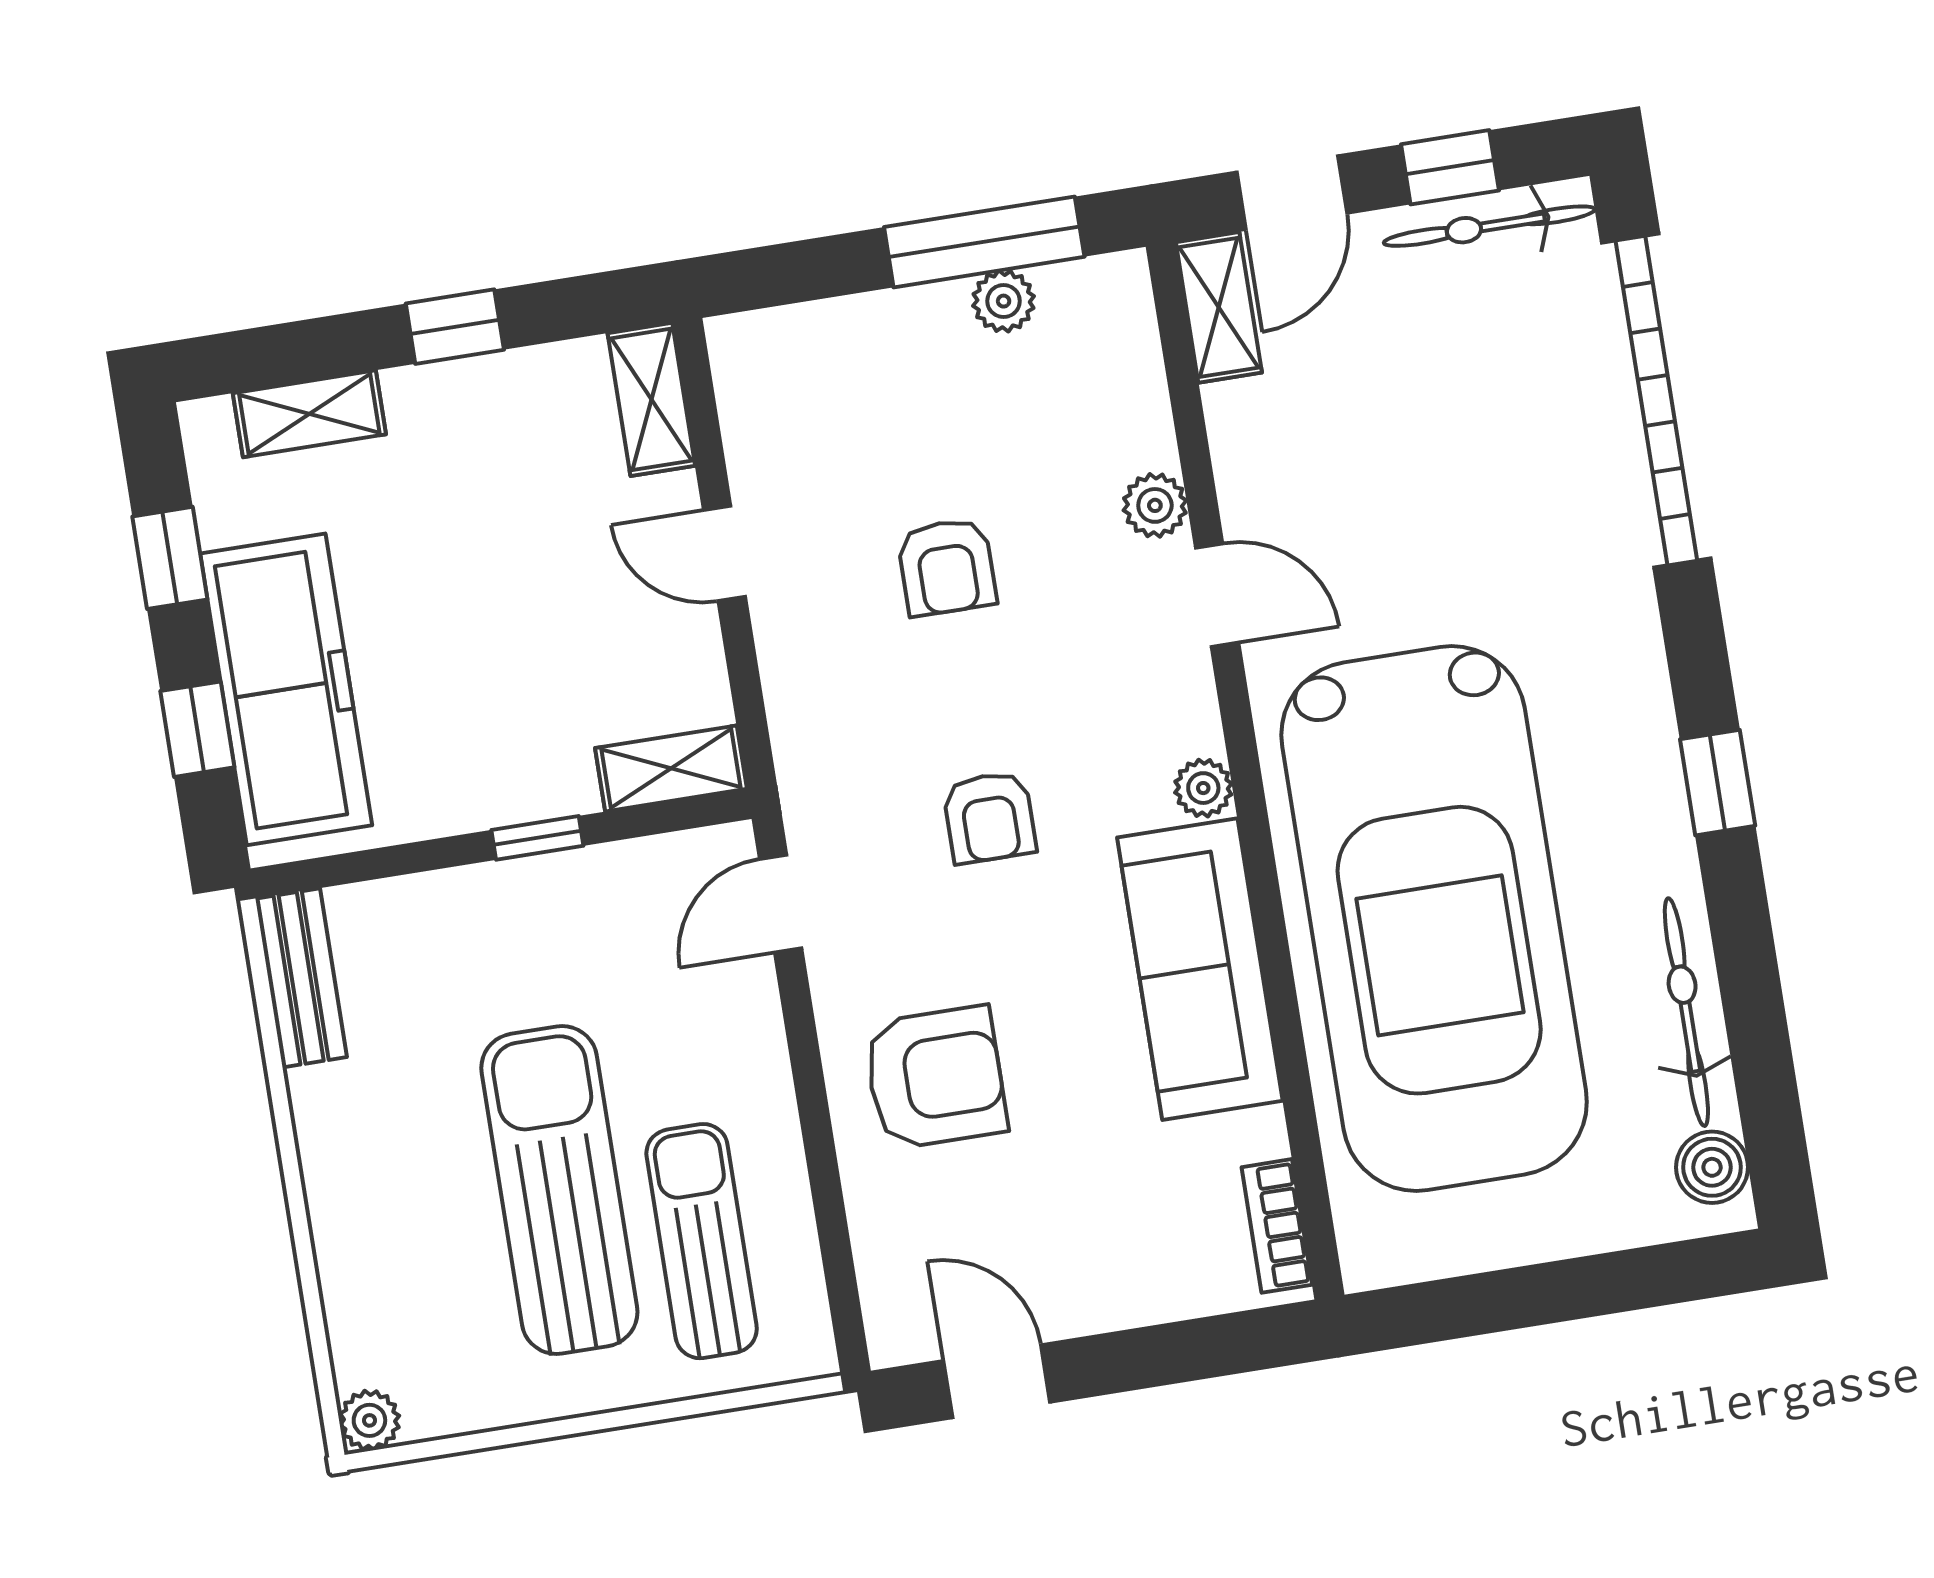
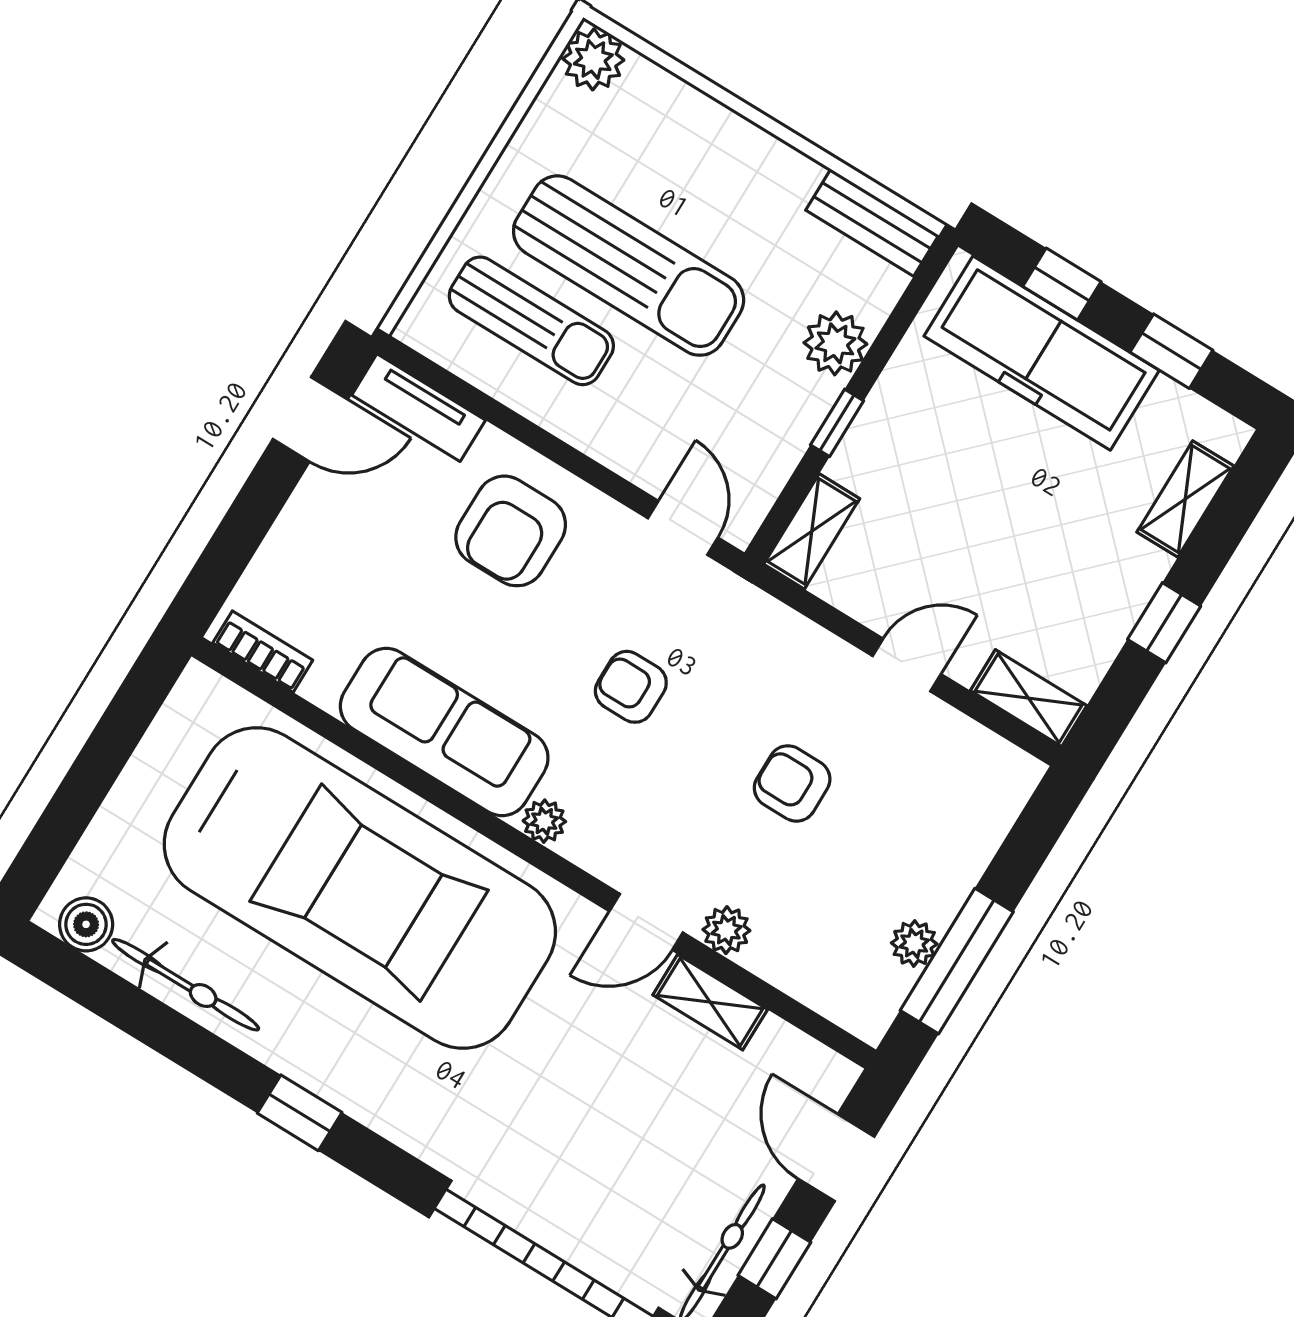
shelving: (1219, 307) -> (710, 1002), moved
plant: (457, 909) -> (835, 343), added
car: (1434, 919) -> (360, 888), turned 180
tv unit: (890, 1281) -> (419, 408), added
plant: (369, 1420) -> (593, 59), width x1.38, depth x1.38

